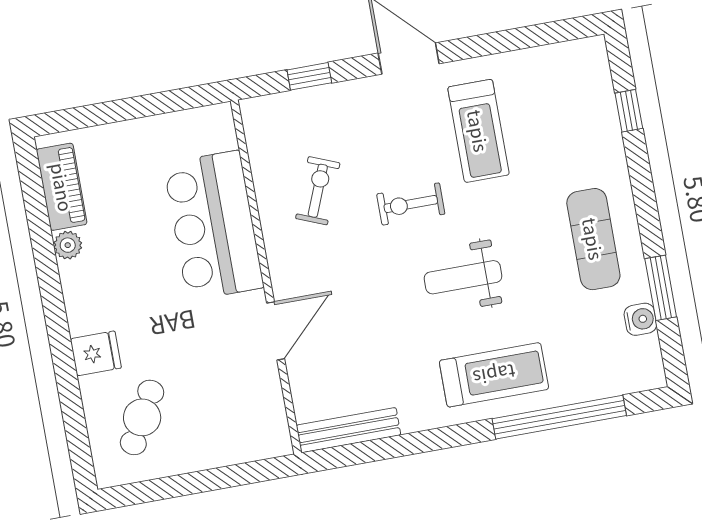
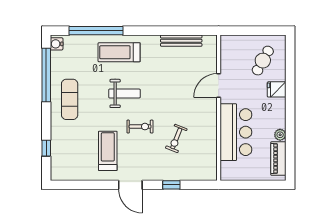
bar counter: (214, 225) -> (236, 132), moved
wall: (266, 277) -> (219, 108), moved
window: (661, 288) -> (46, 75), width x2.11
water cooler: (640, 319) -> (57, 44), moved
door: (276, 331) -> (219, 86), moved

